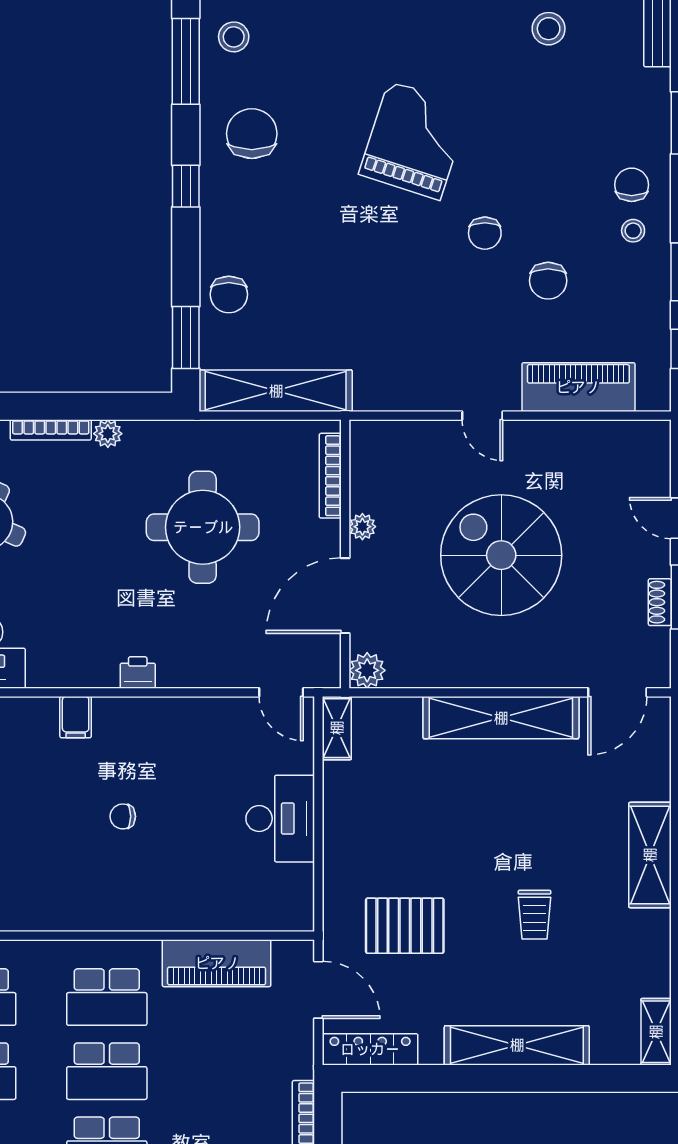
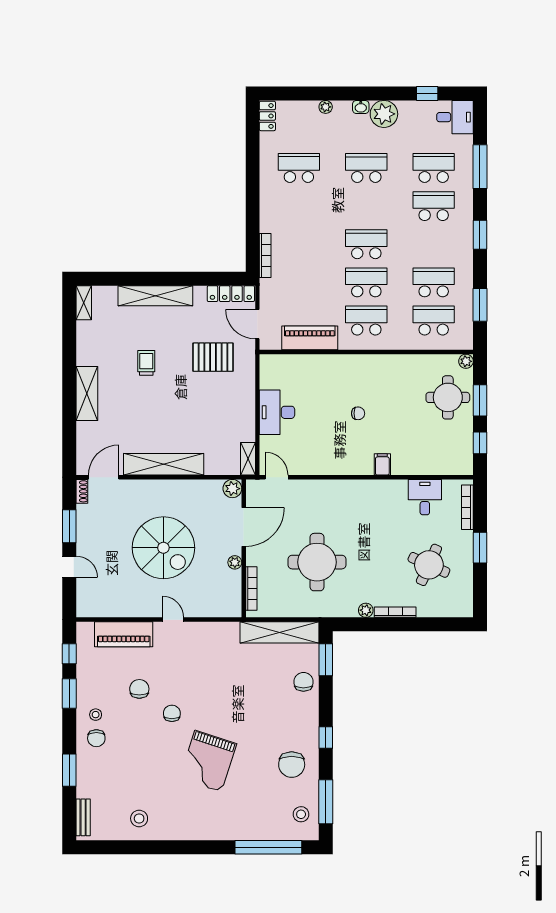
shoe rack: (660, 602) -> (82, 491), moved
printer: (138, 672) -> (350, 487), removed

